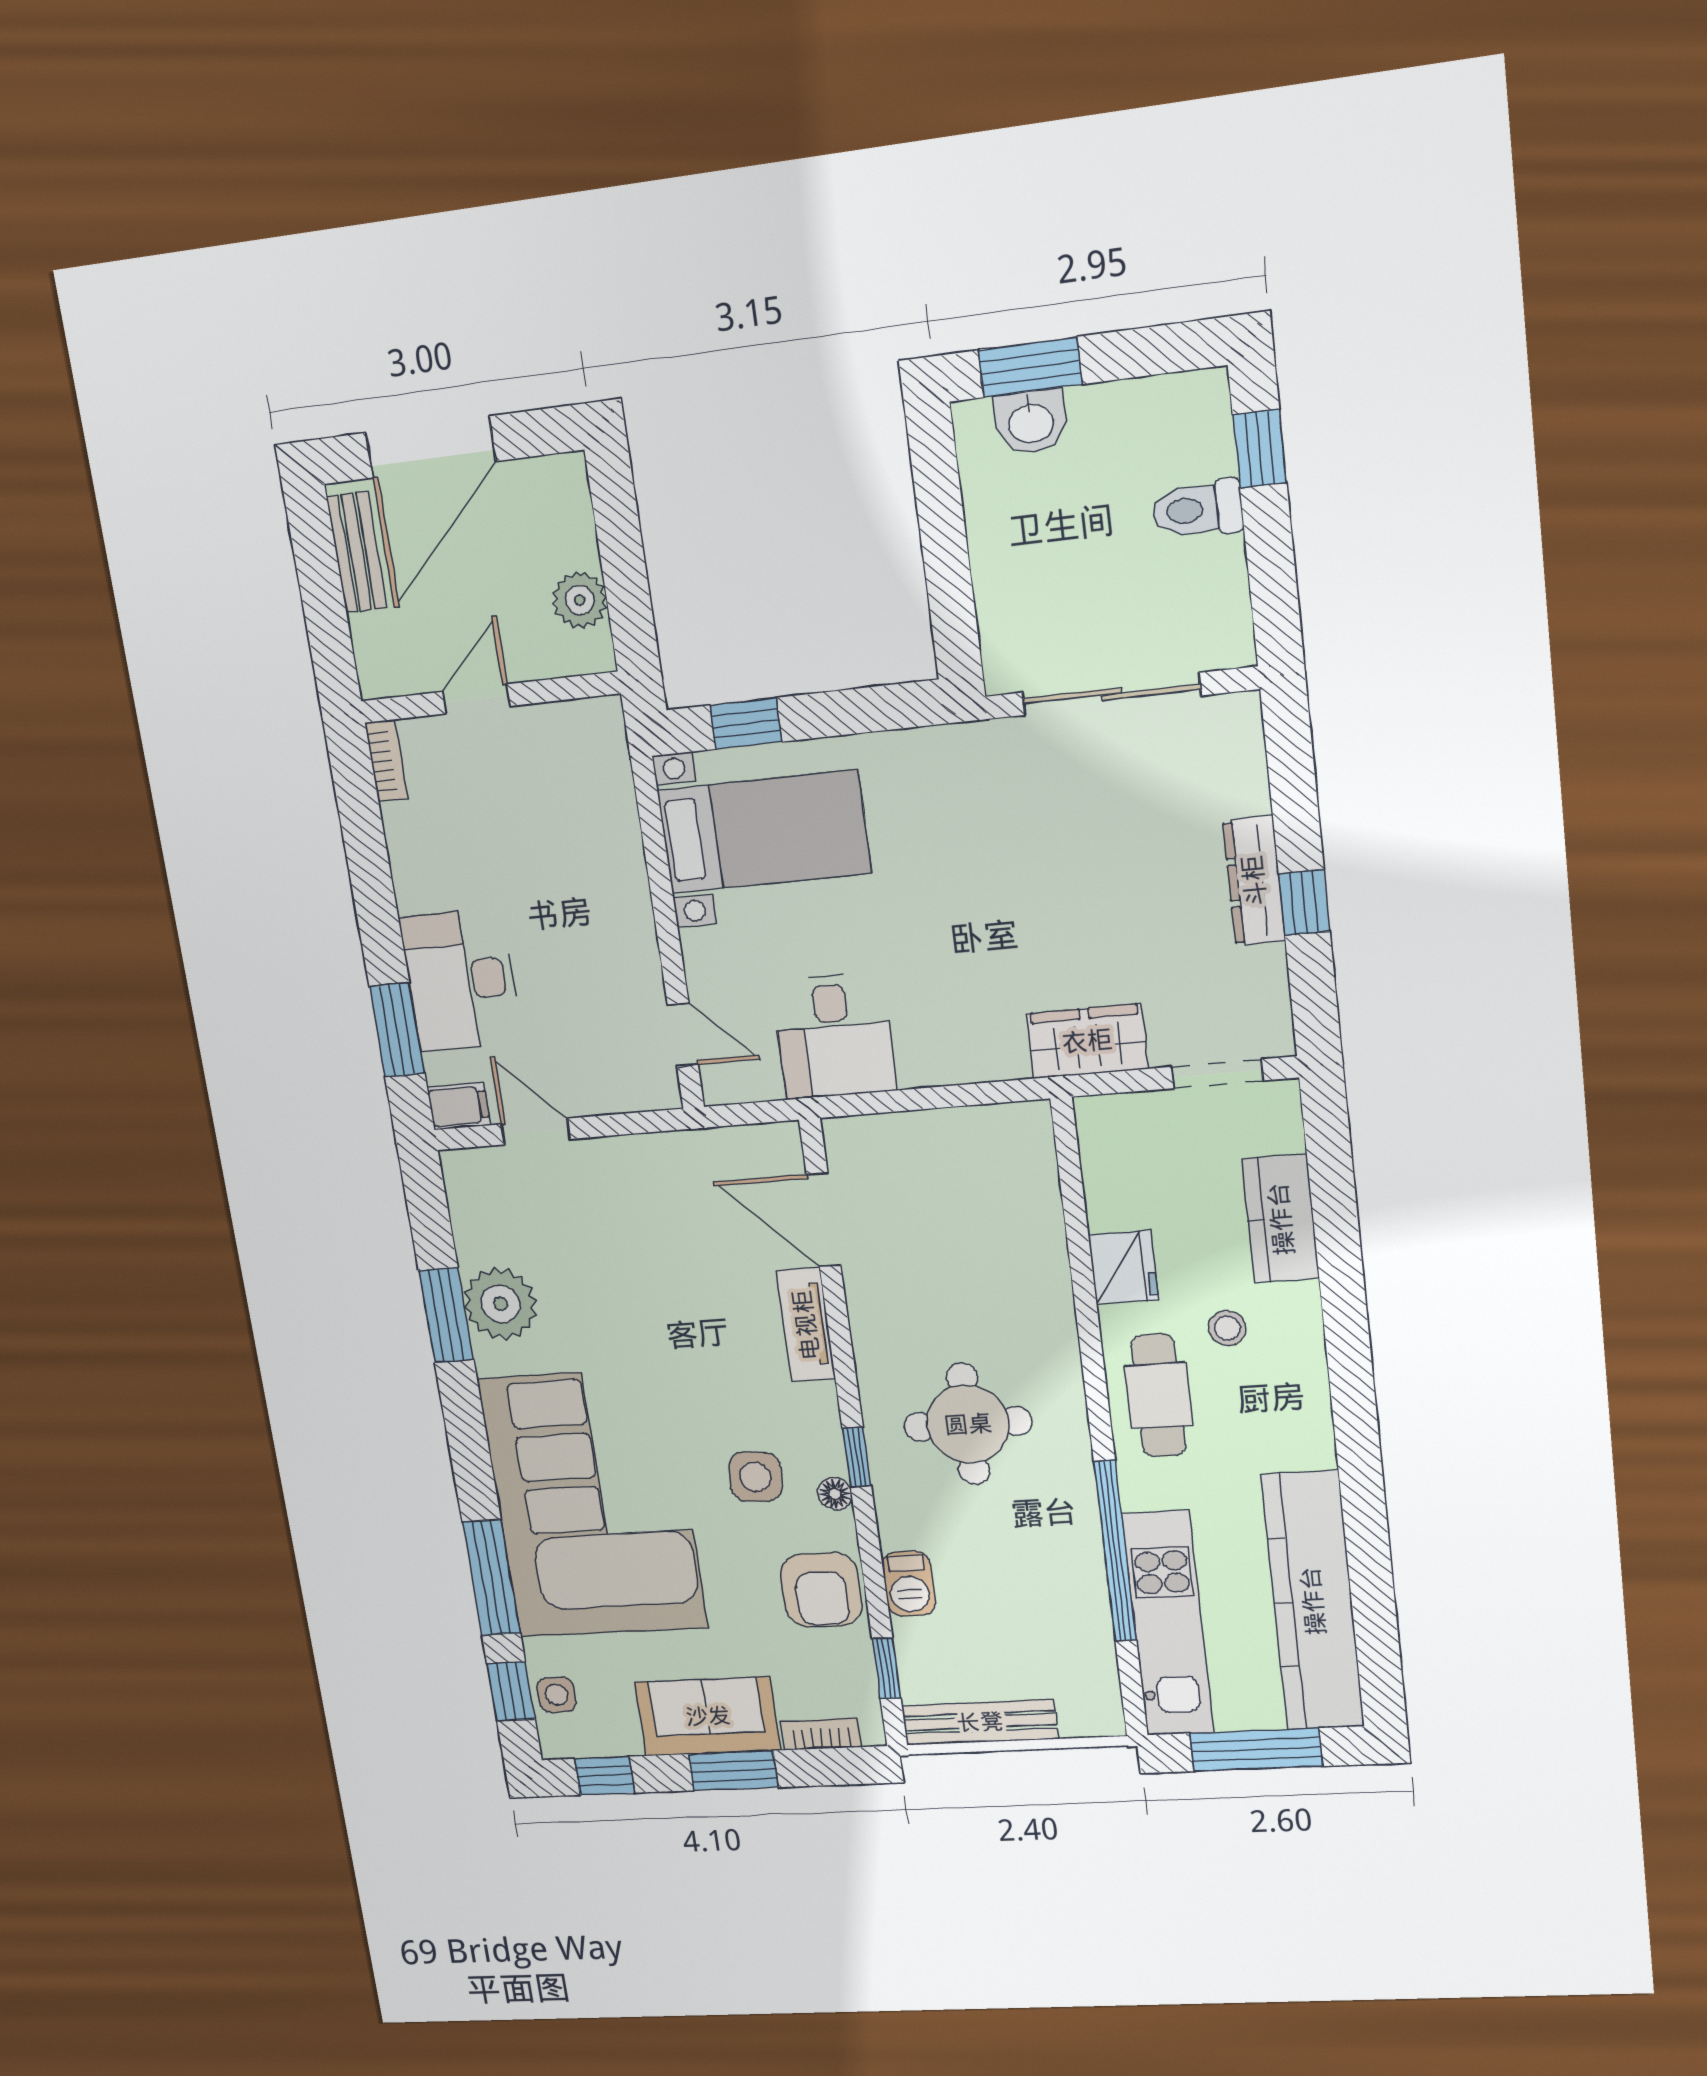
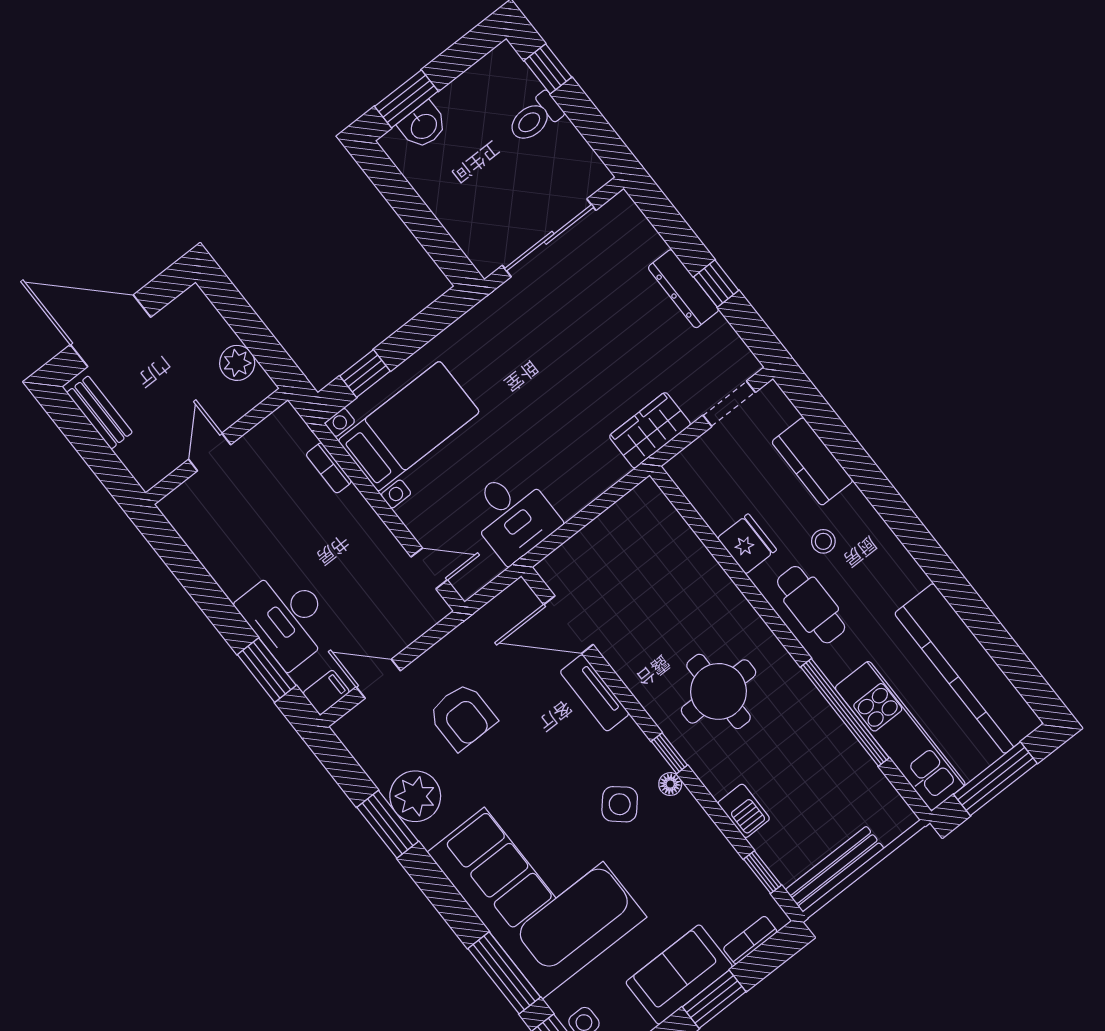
door: (431, 447) -> (111, 331), swing flipped
bookcase: (386, 761) -> (329, 468), moved, turned 180
side table: (755, 1477) -> (620, 804), turned 36
armchair: (821, 1590) -> (462, 716), moved

